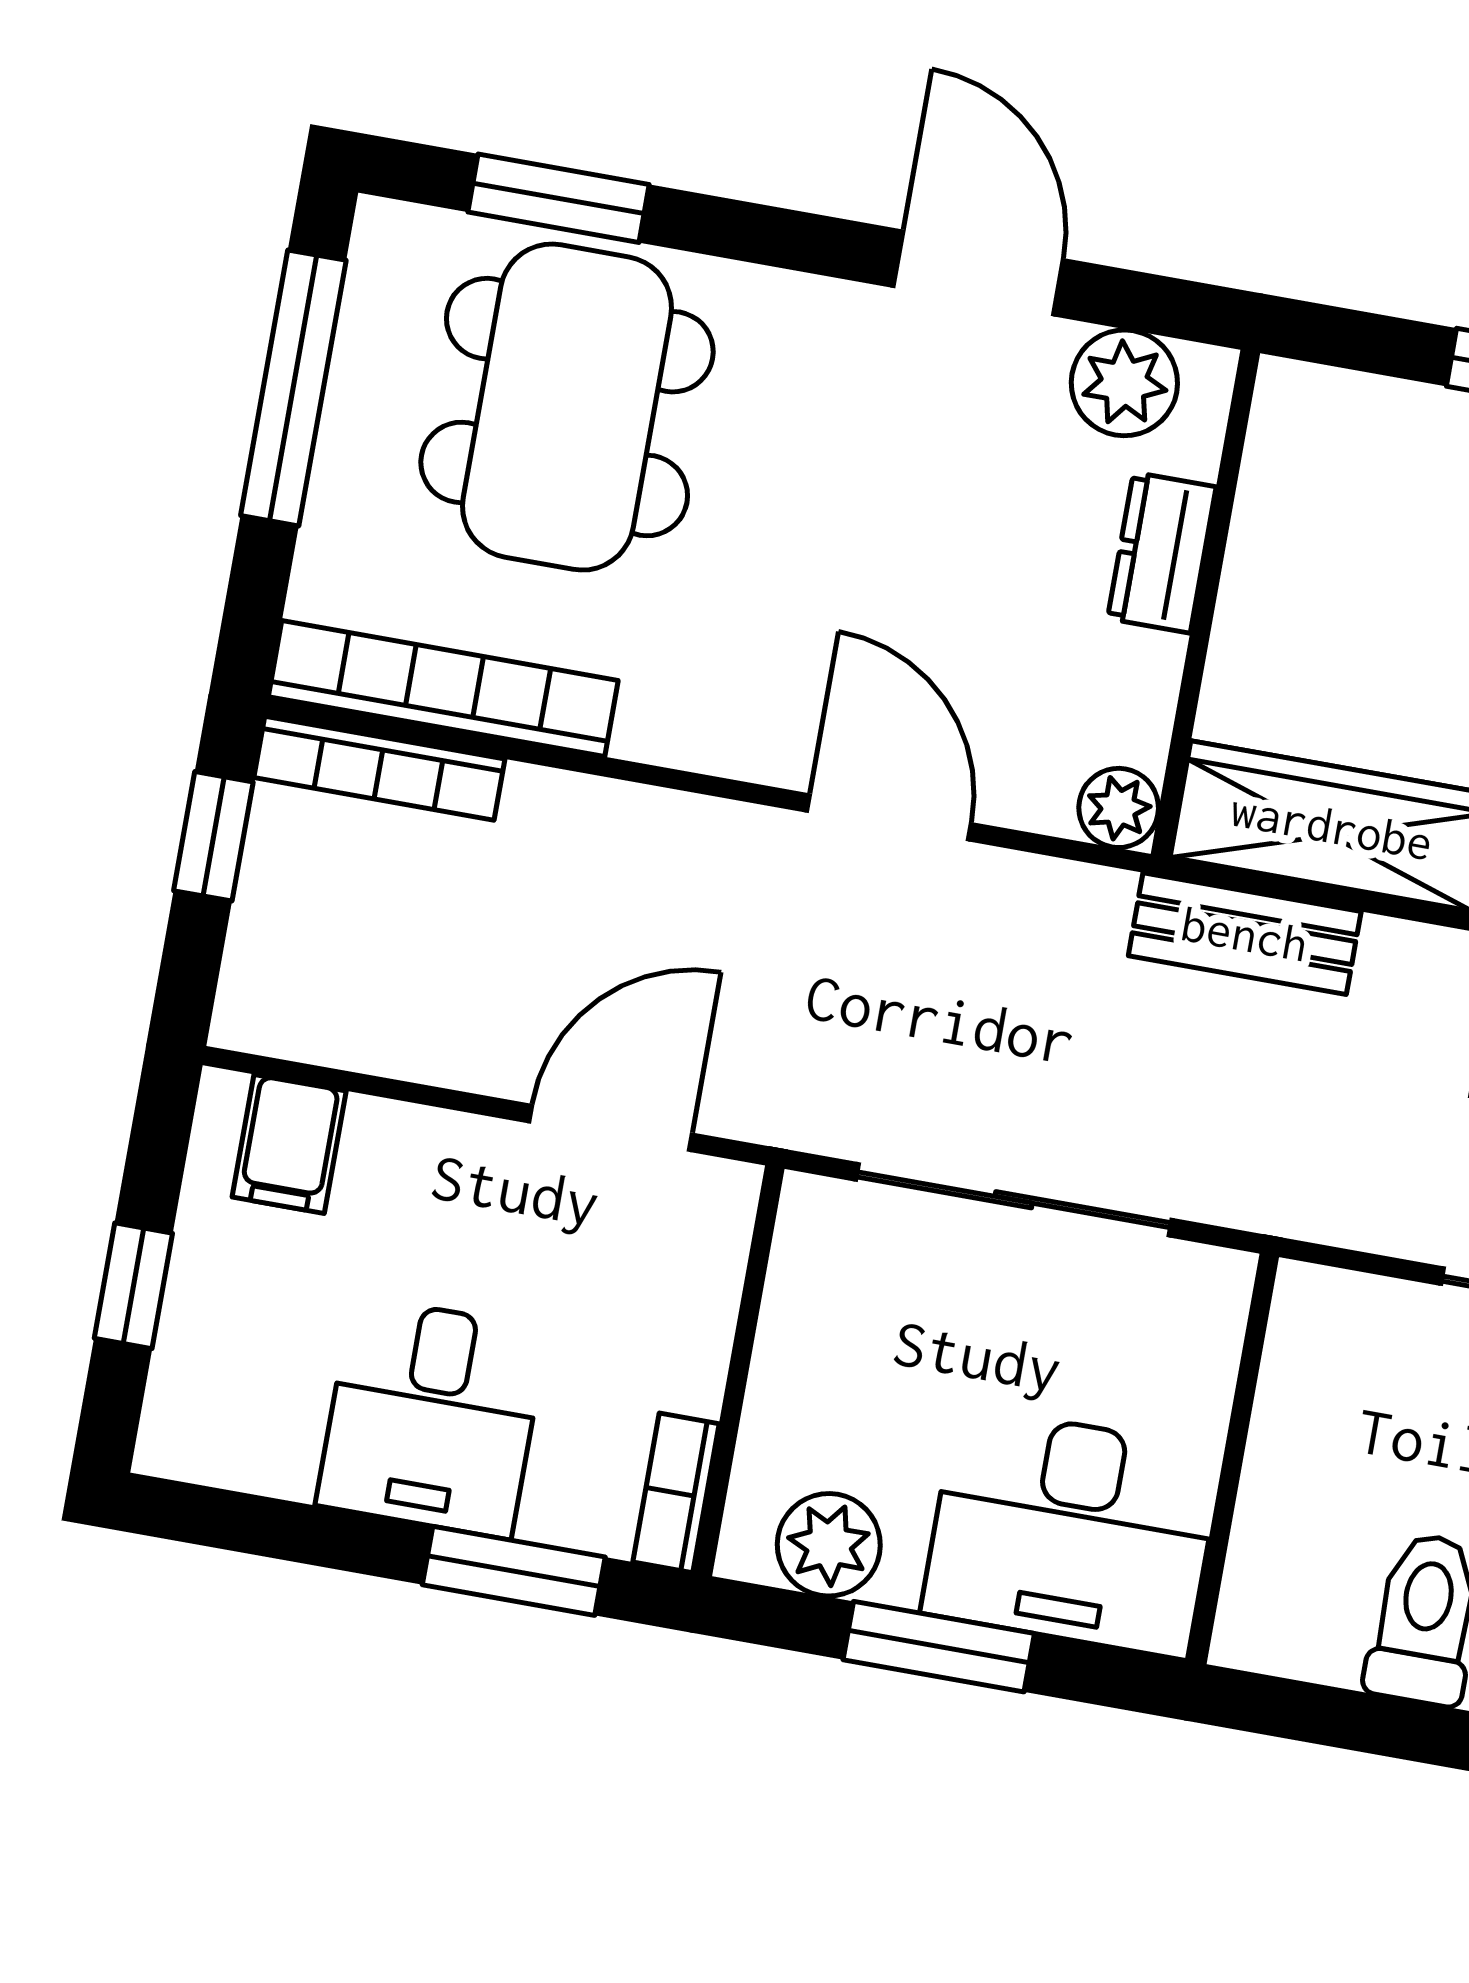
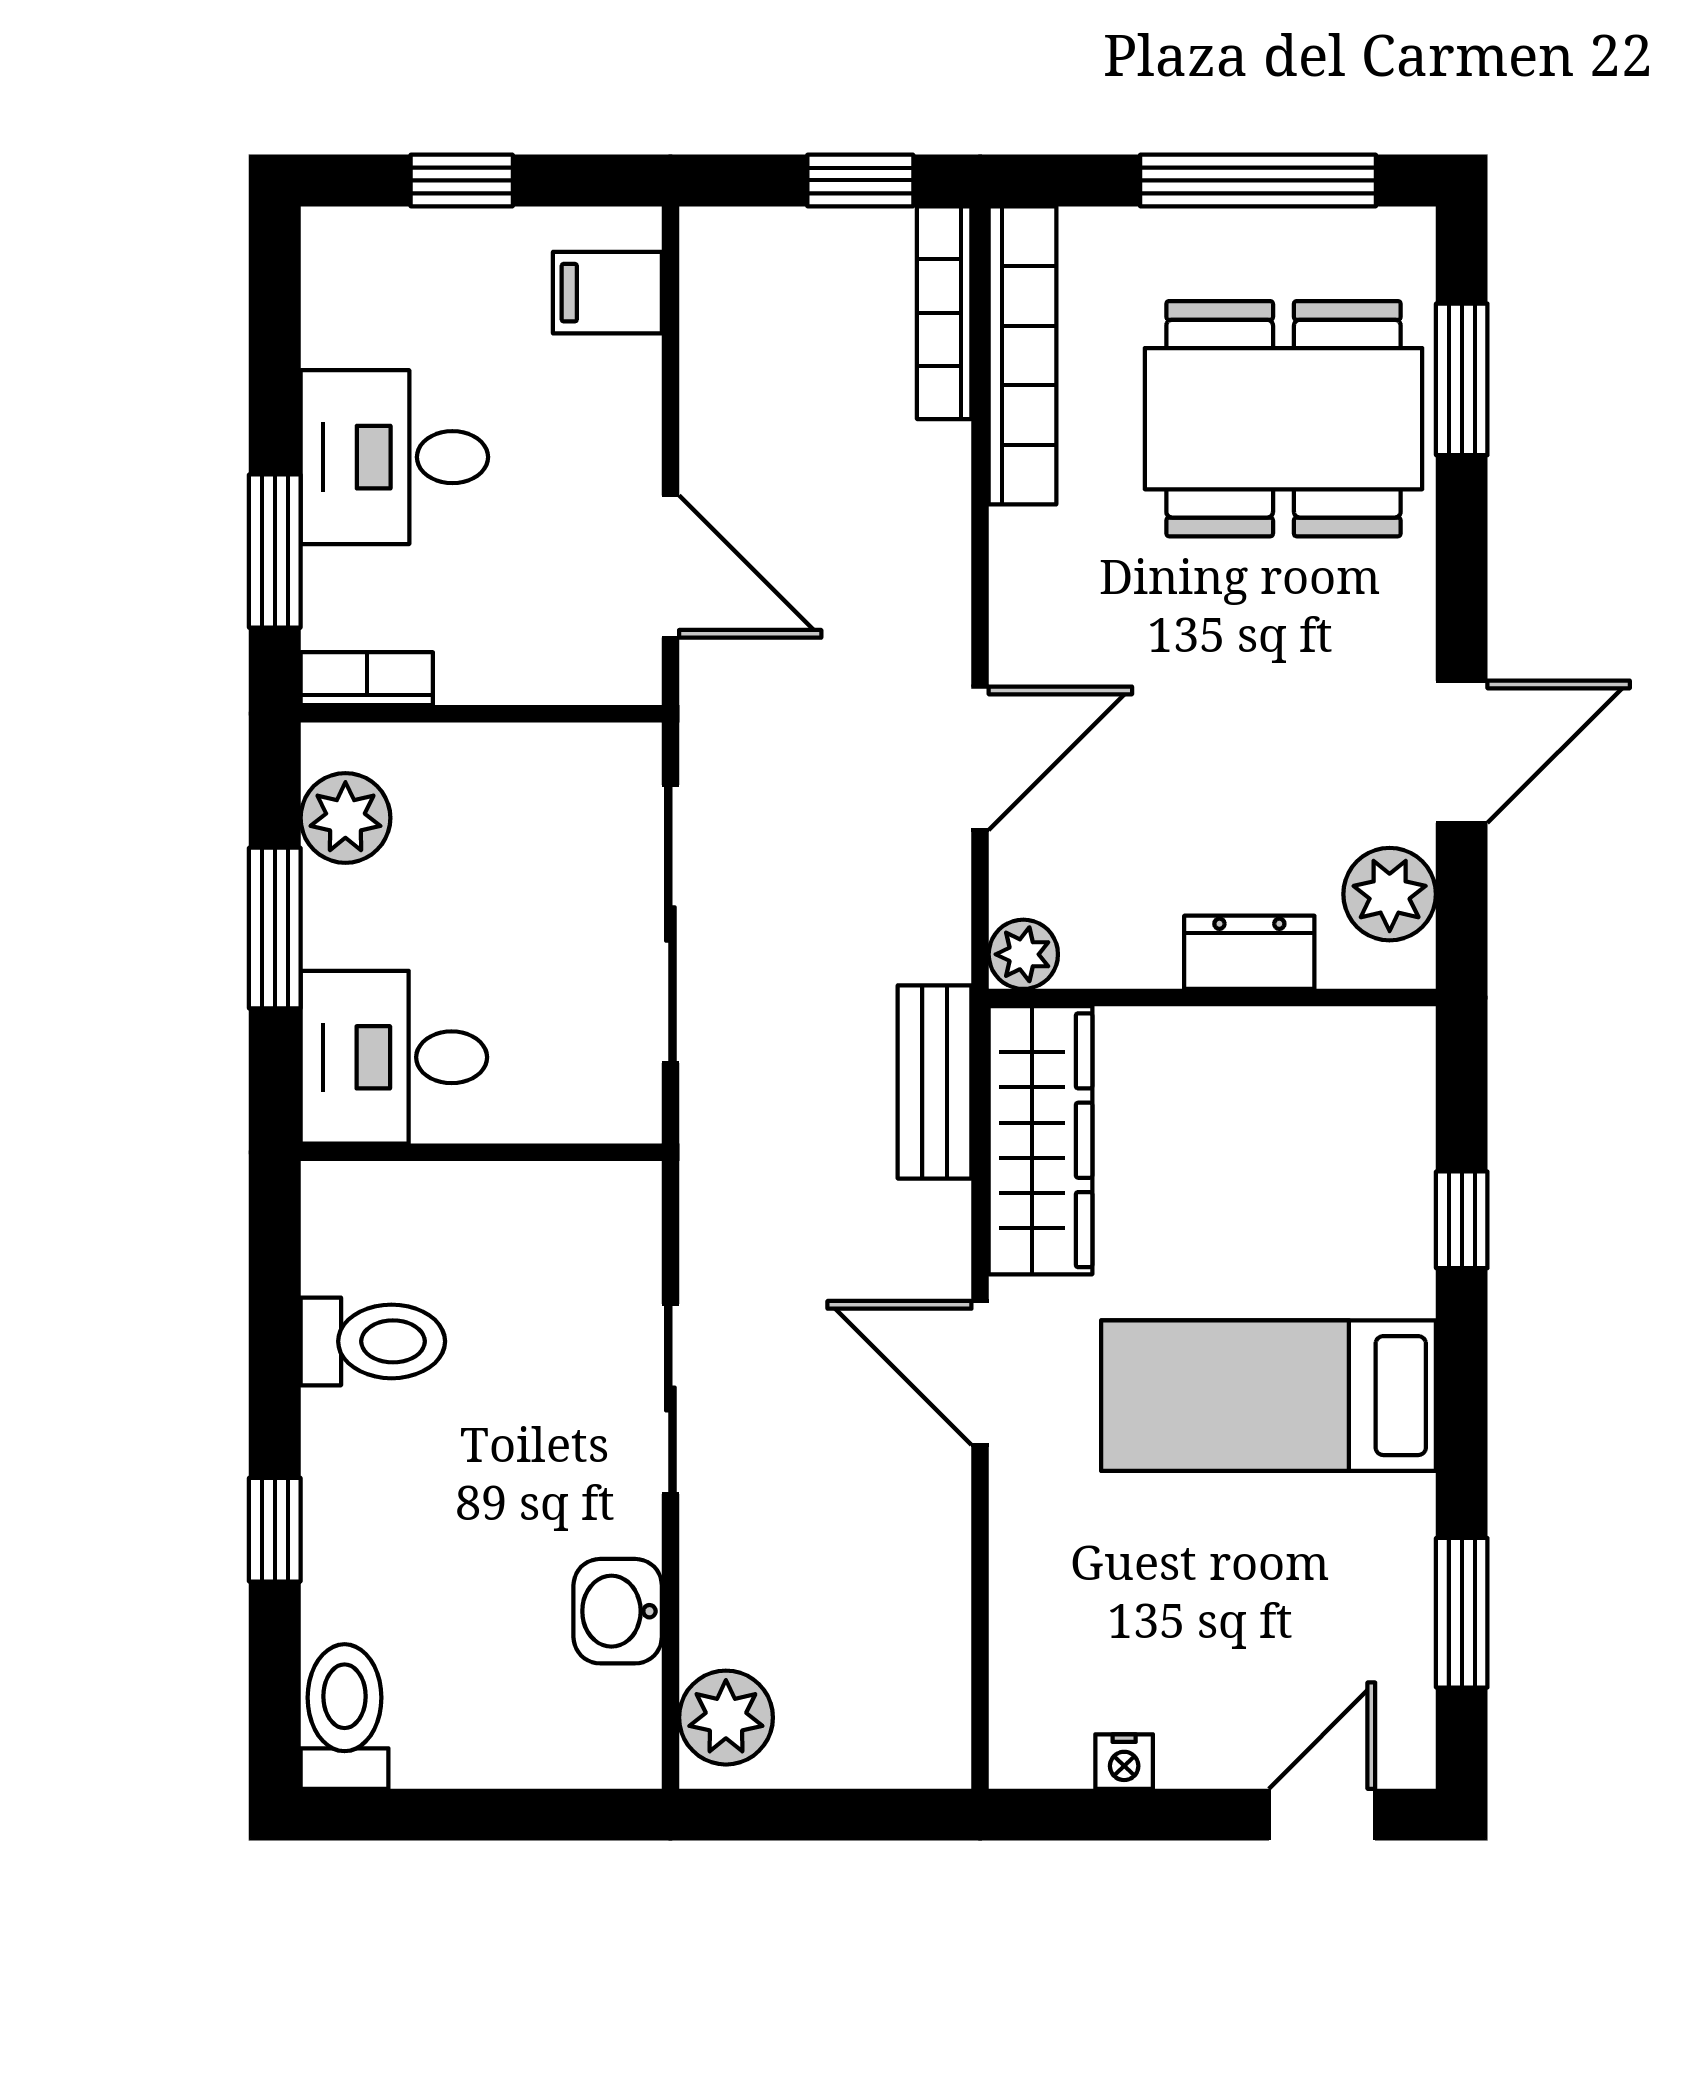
desk: (1072, 1532) -> (394, 1057), width x0.73

